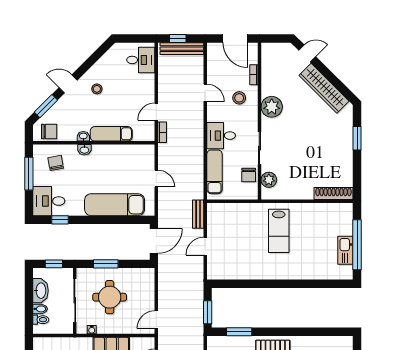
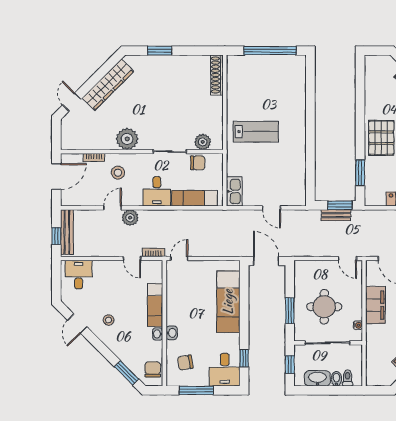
door: (68, 84) -> (77, 324), moved
plant: (196, 110) -> (130, 218), added
door: (156, 178) -> (179, 258), moved
bench: (198, 214) -> (336, 215), moved
kitchen sink: (345, 250) -> (234, 191), moved, turned -90

